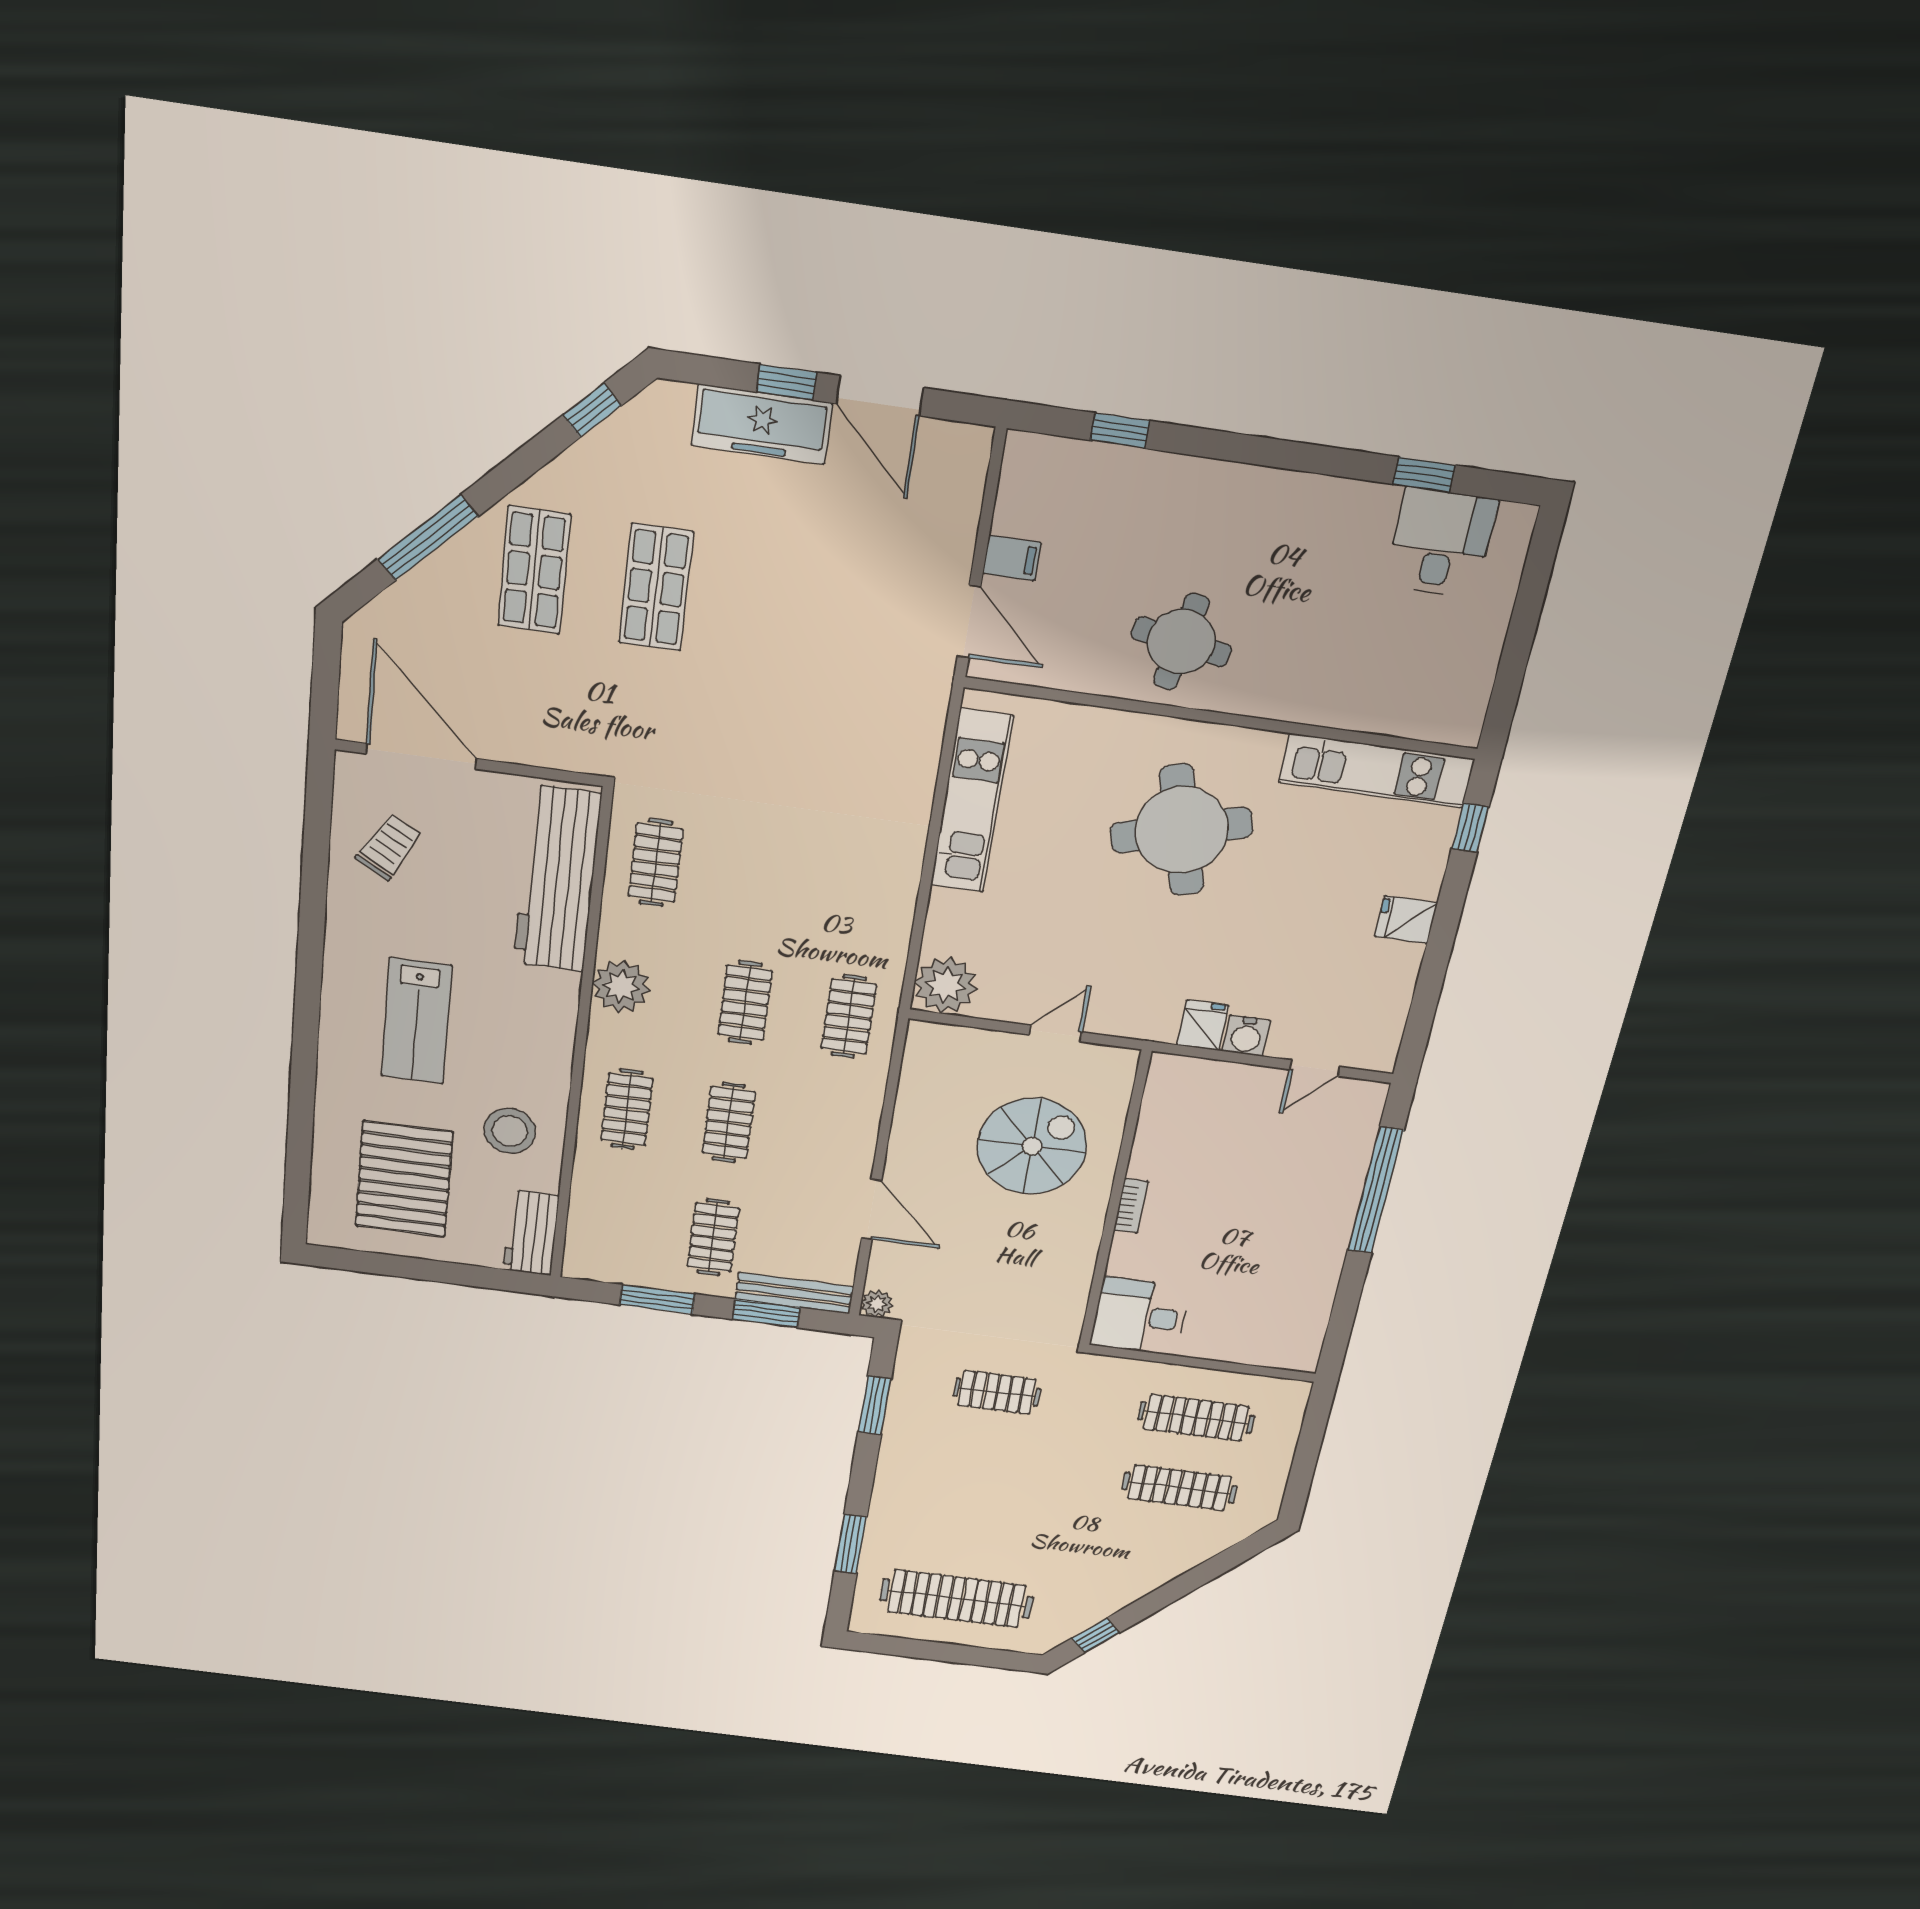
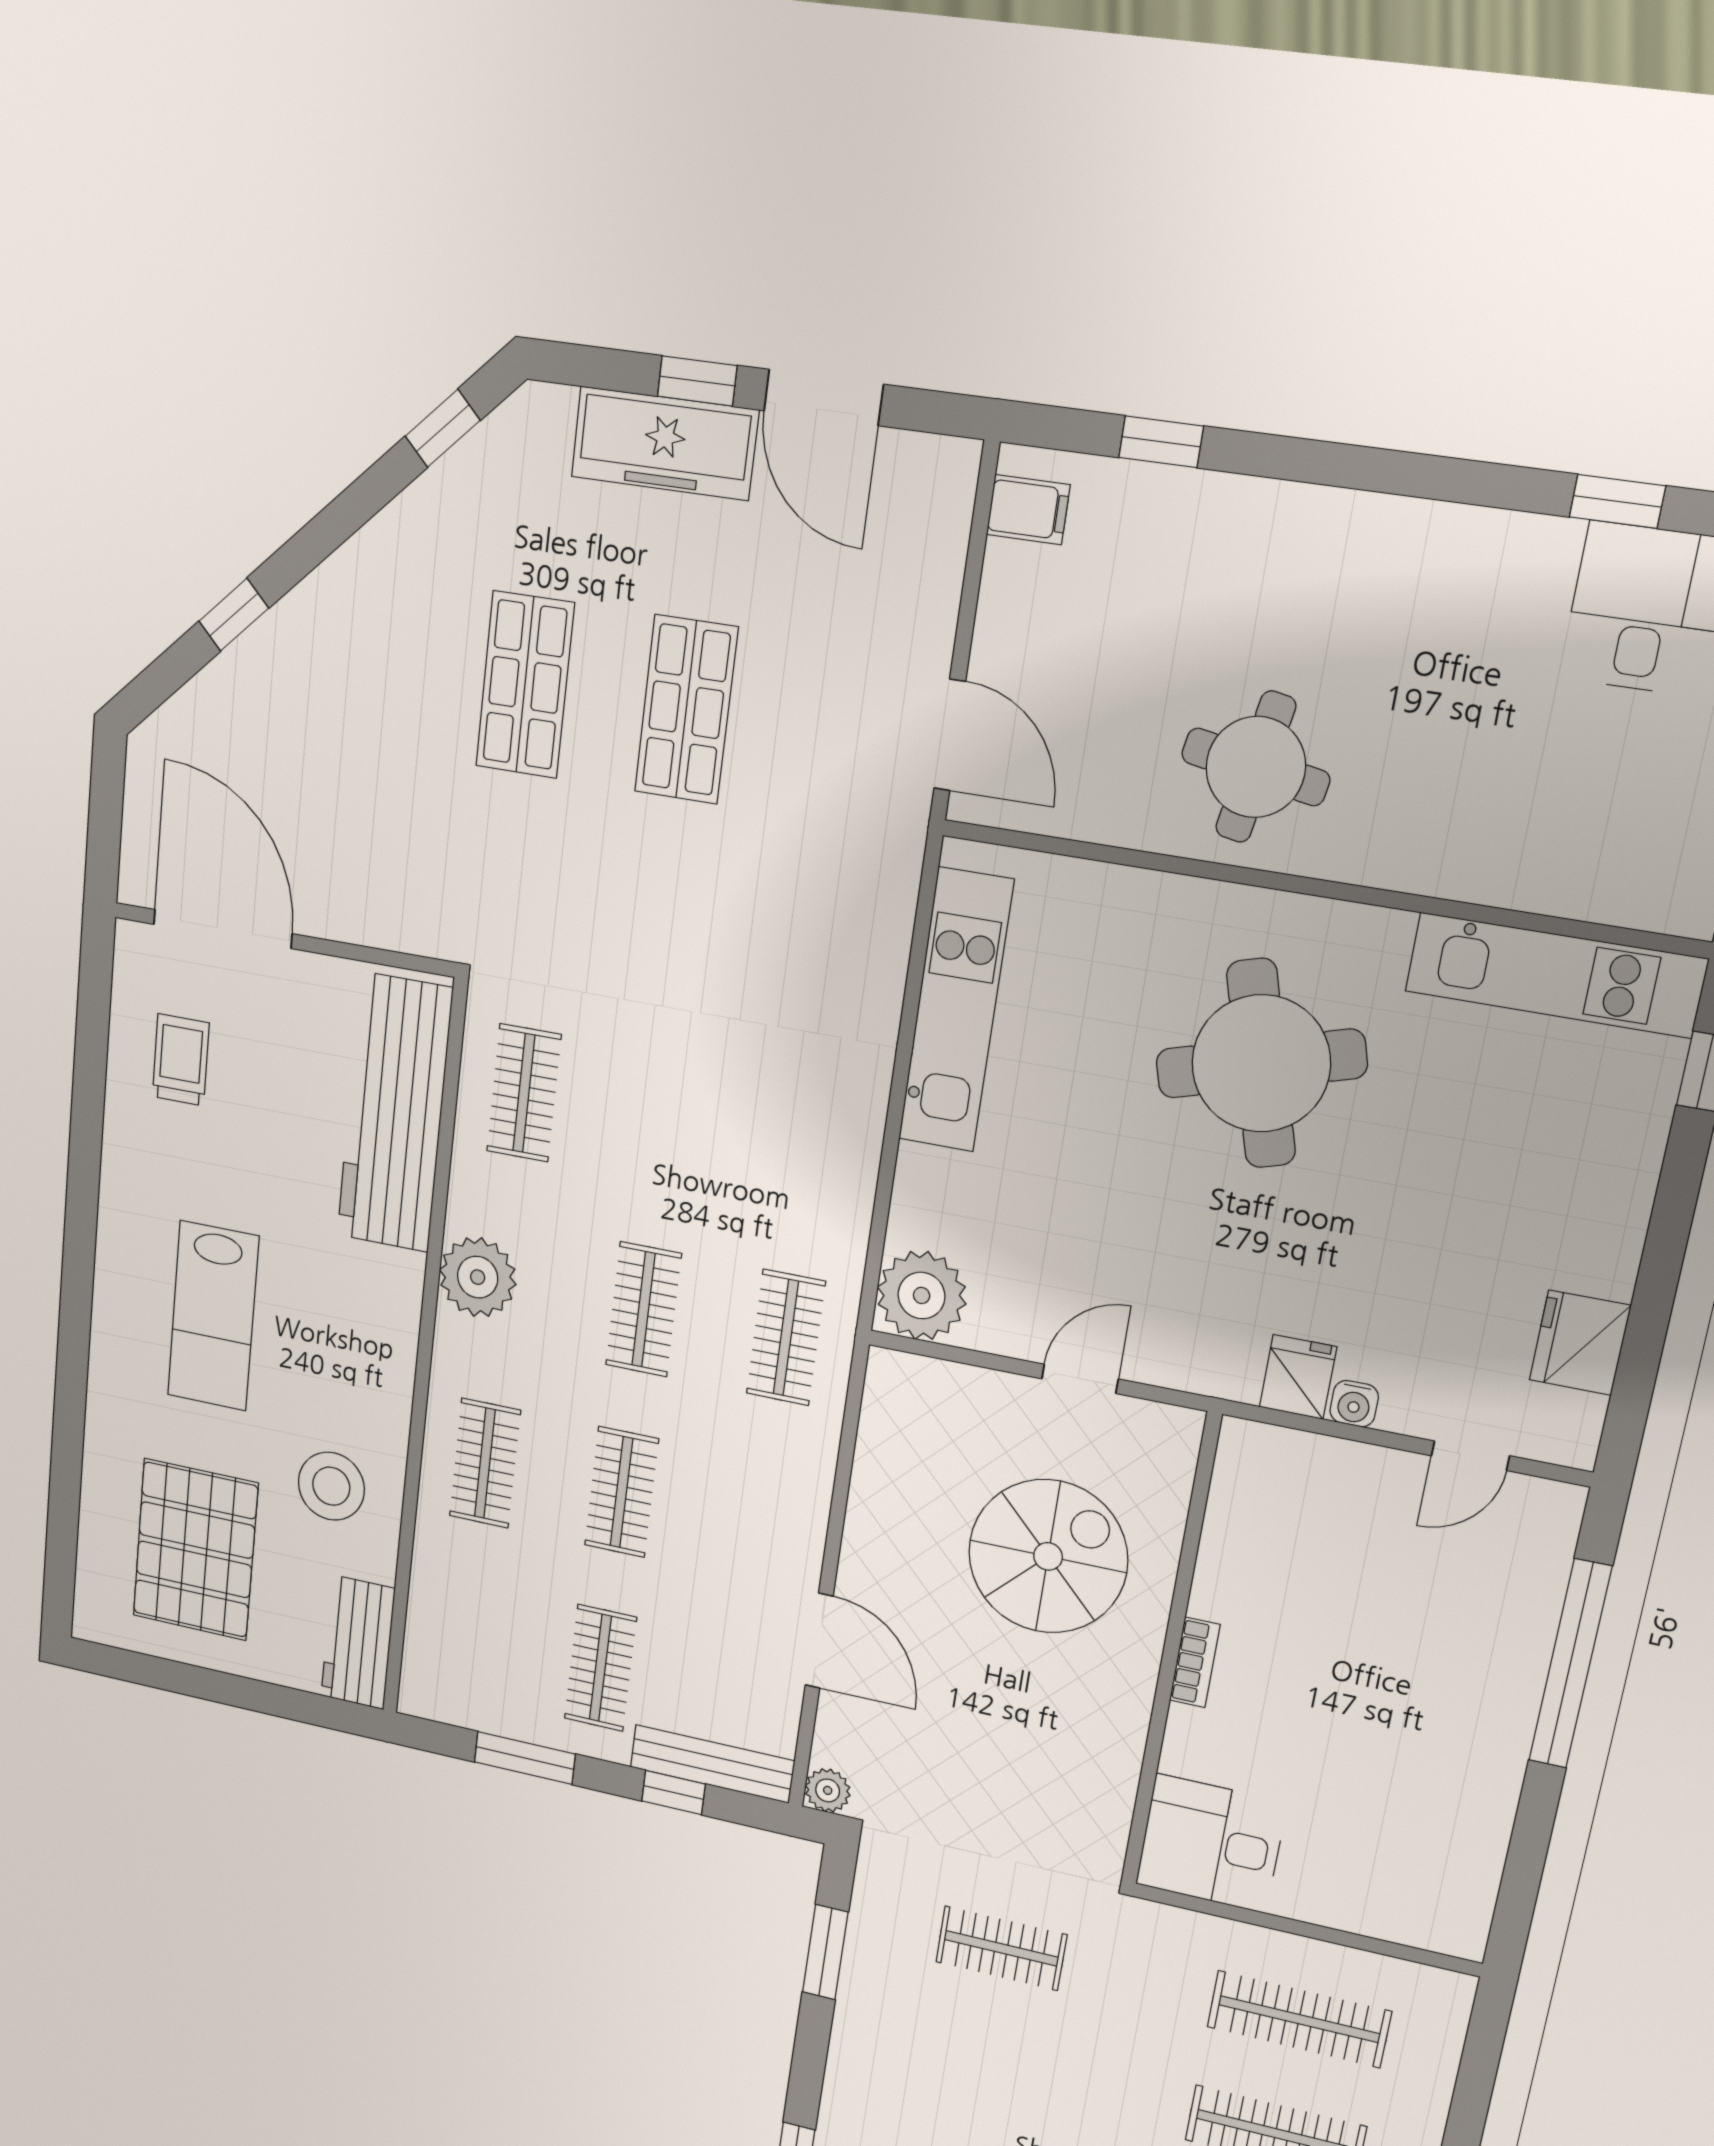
window: (428, 538) -> (234, 615), width x0.46
filing cabinet: (1012, 558) -> (1028, 510), moved
shop shelf: (534, 570) -> (686, 710), moved
trolley: (389, 847) -> (181, 1060), turned -30
fridge: (1406, 920) -> (1580, 1343), moved, width x1.38
water cooler: (1246, 1036) -> (1354, 1404), width x0.72, depth x0.72
window: (766, 1313) -> (674, 1793), width x0.67

